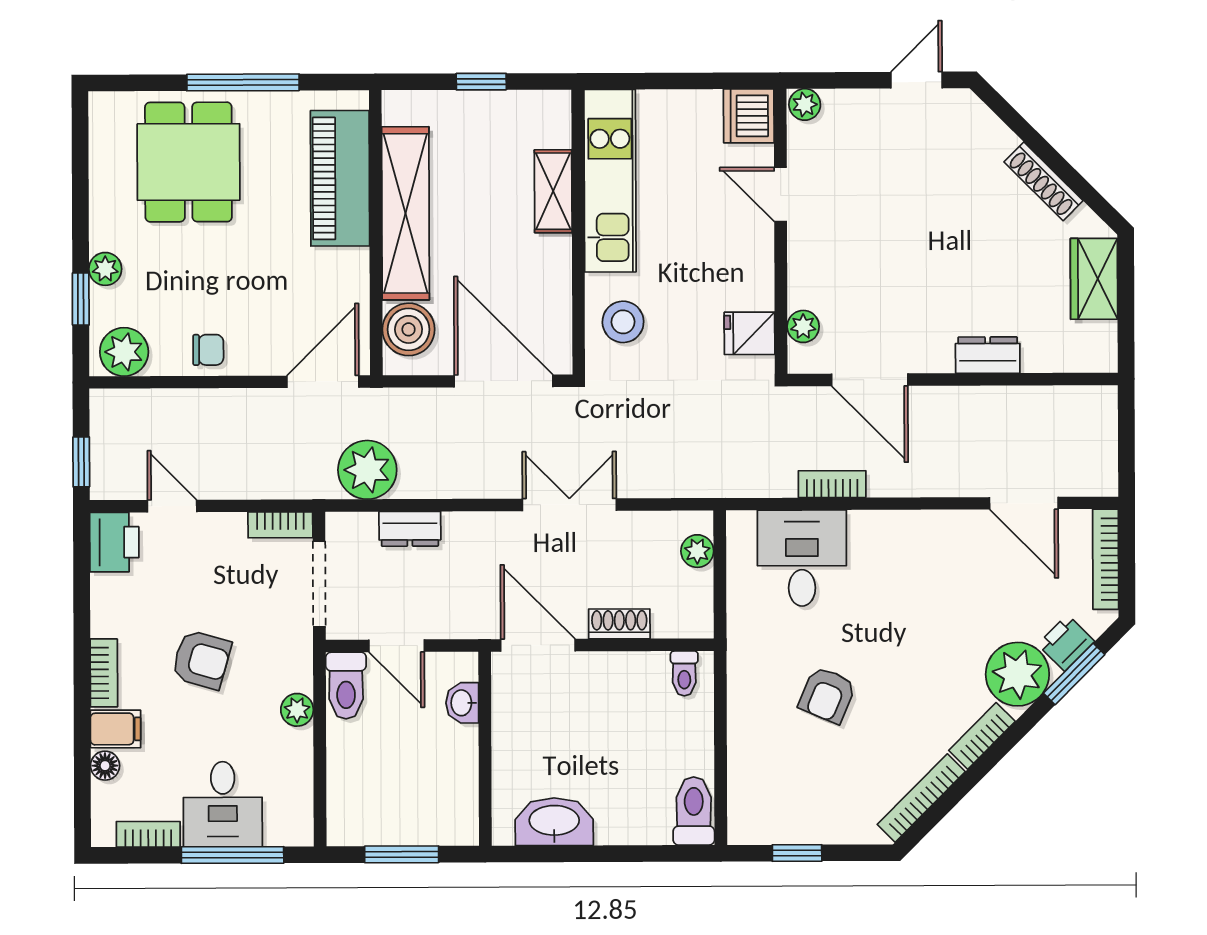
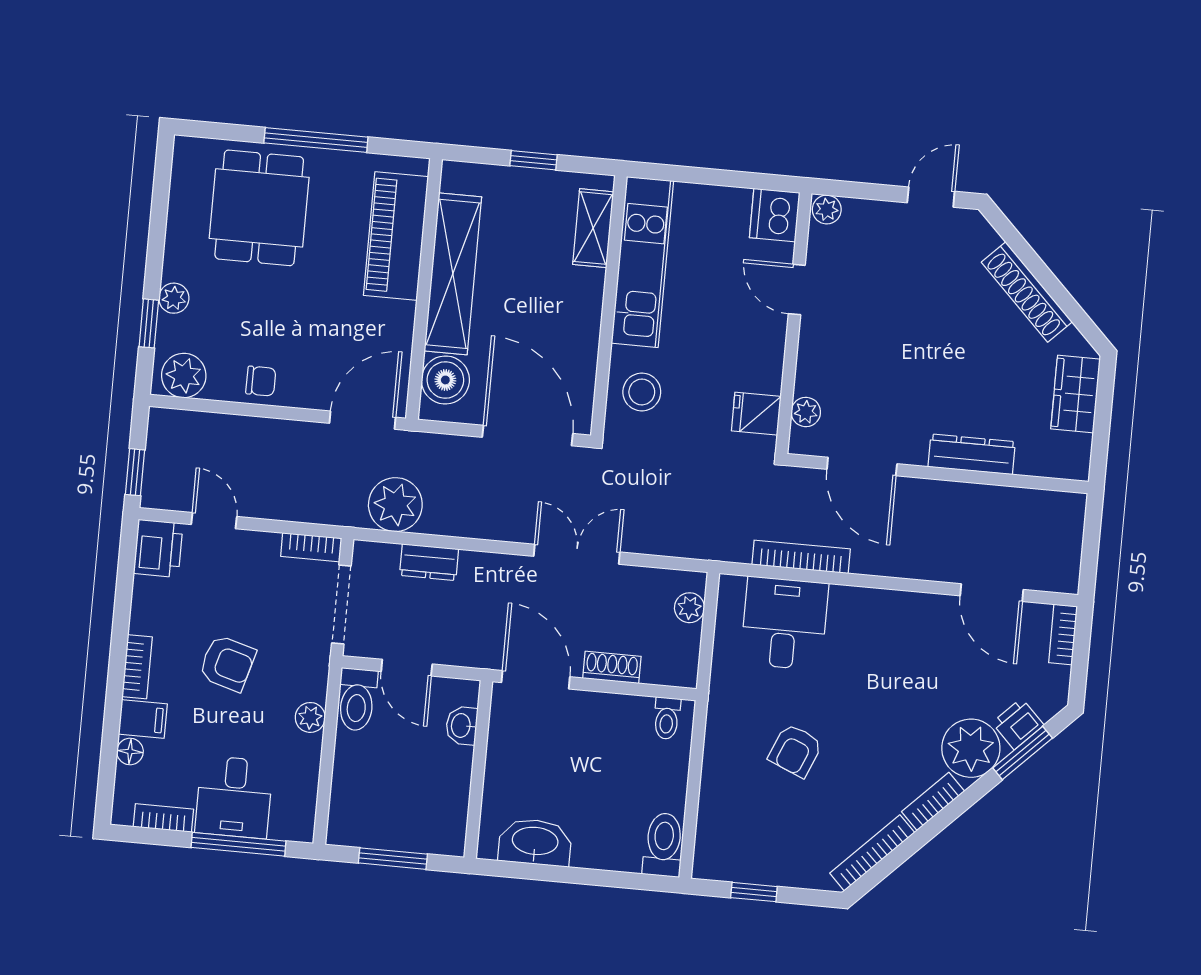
shoe rack: (1043, 181) -> (1027, 292), width x1.36, depth x1.24
shelving: (553, 191) -> (593, 228), moved
dresser: (988, 355) -> (972, 454), width x1.44
bookcase: (832, 484) -> (801, 557), width x1.56
bookcase: (1106, 559) -> (1063, 635), width x0.64

